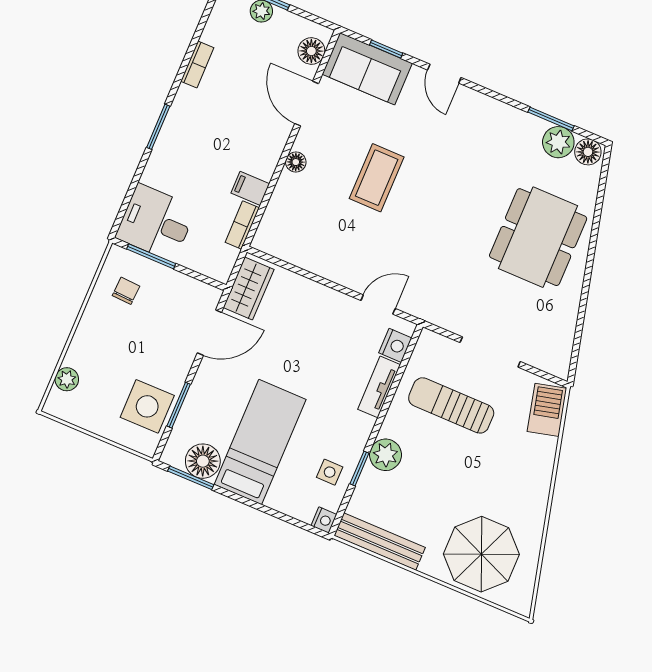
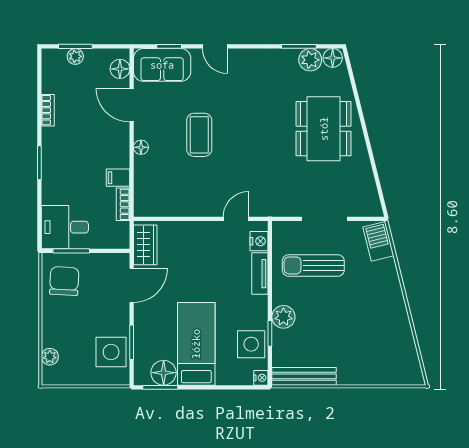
chair: (126, 291) -> (64, 281), width x1.87, depth x1.87
side table: (330, 472) -> (251, 344), width x1.87, depth x1.87
parasol: (481, 554) -> (375, 356), removed

